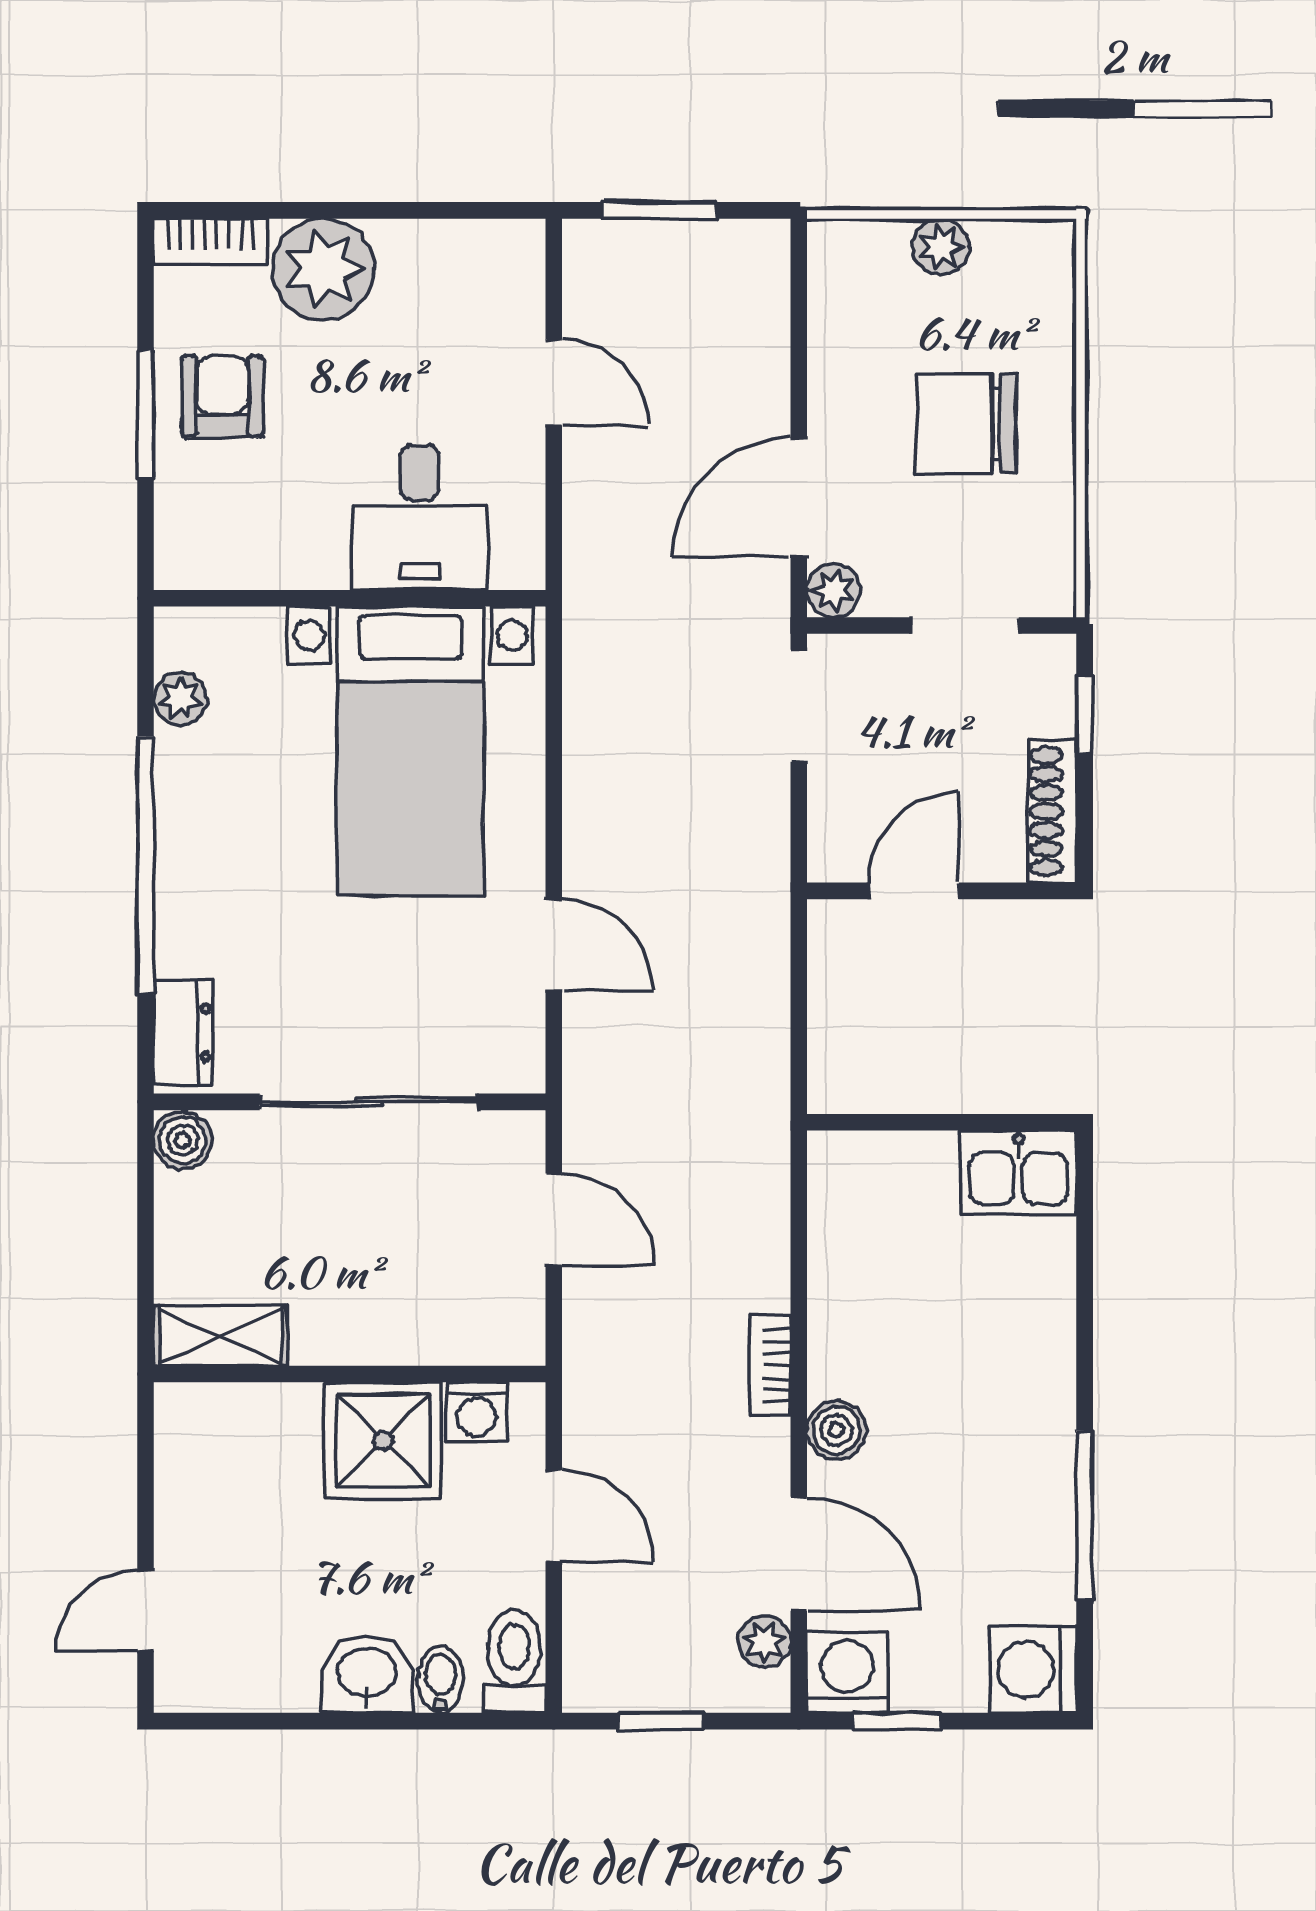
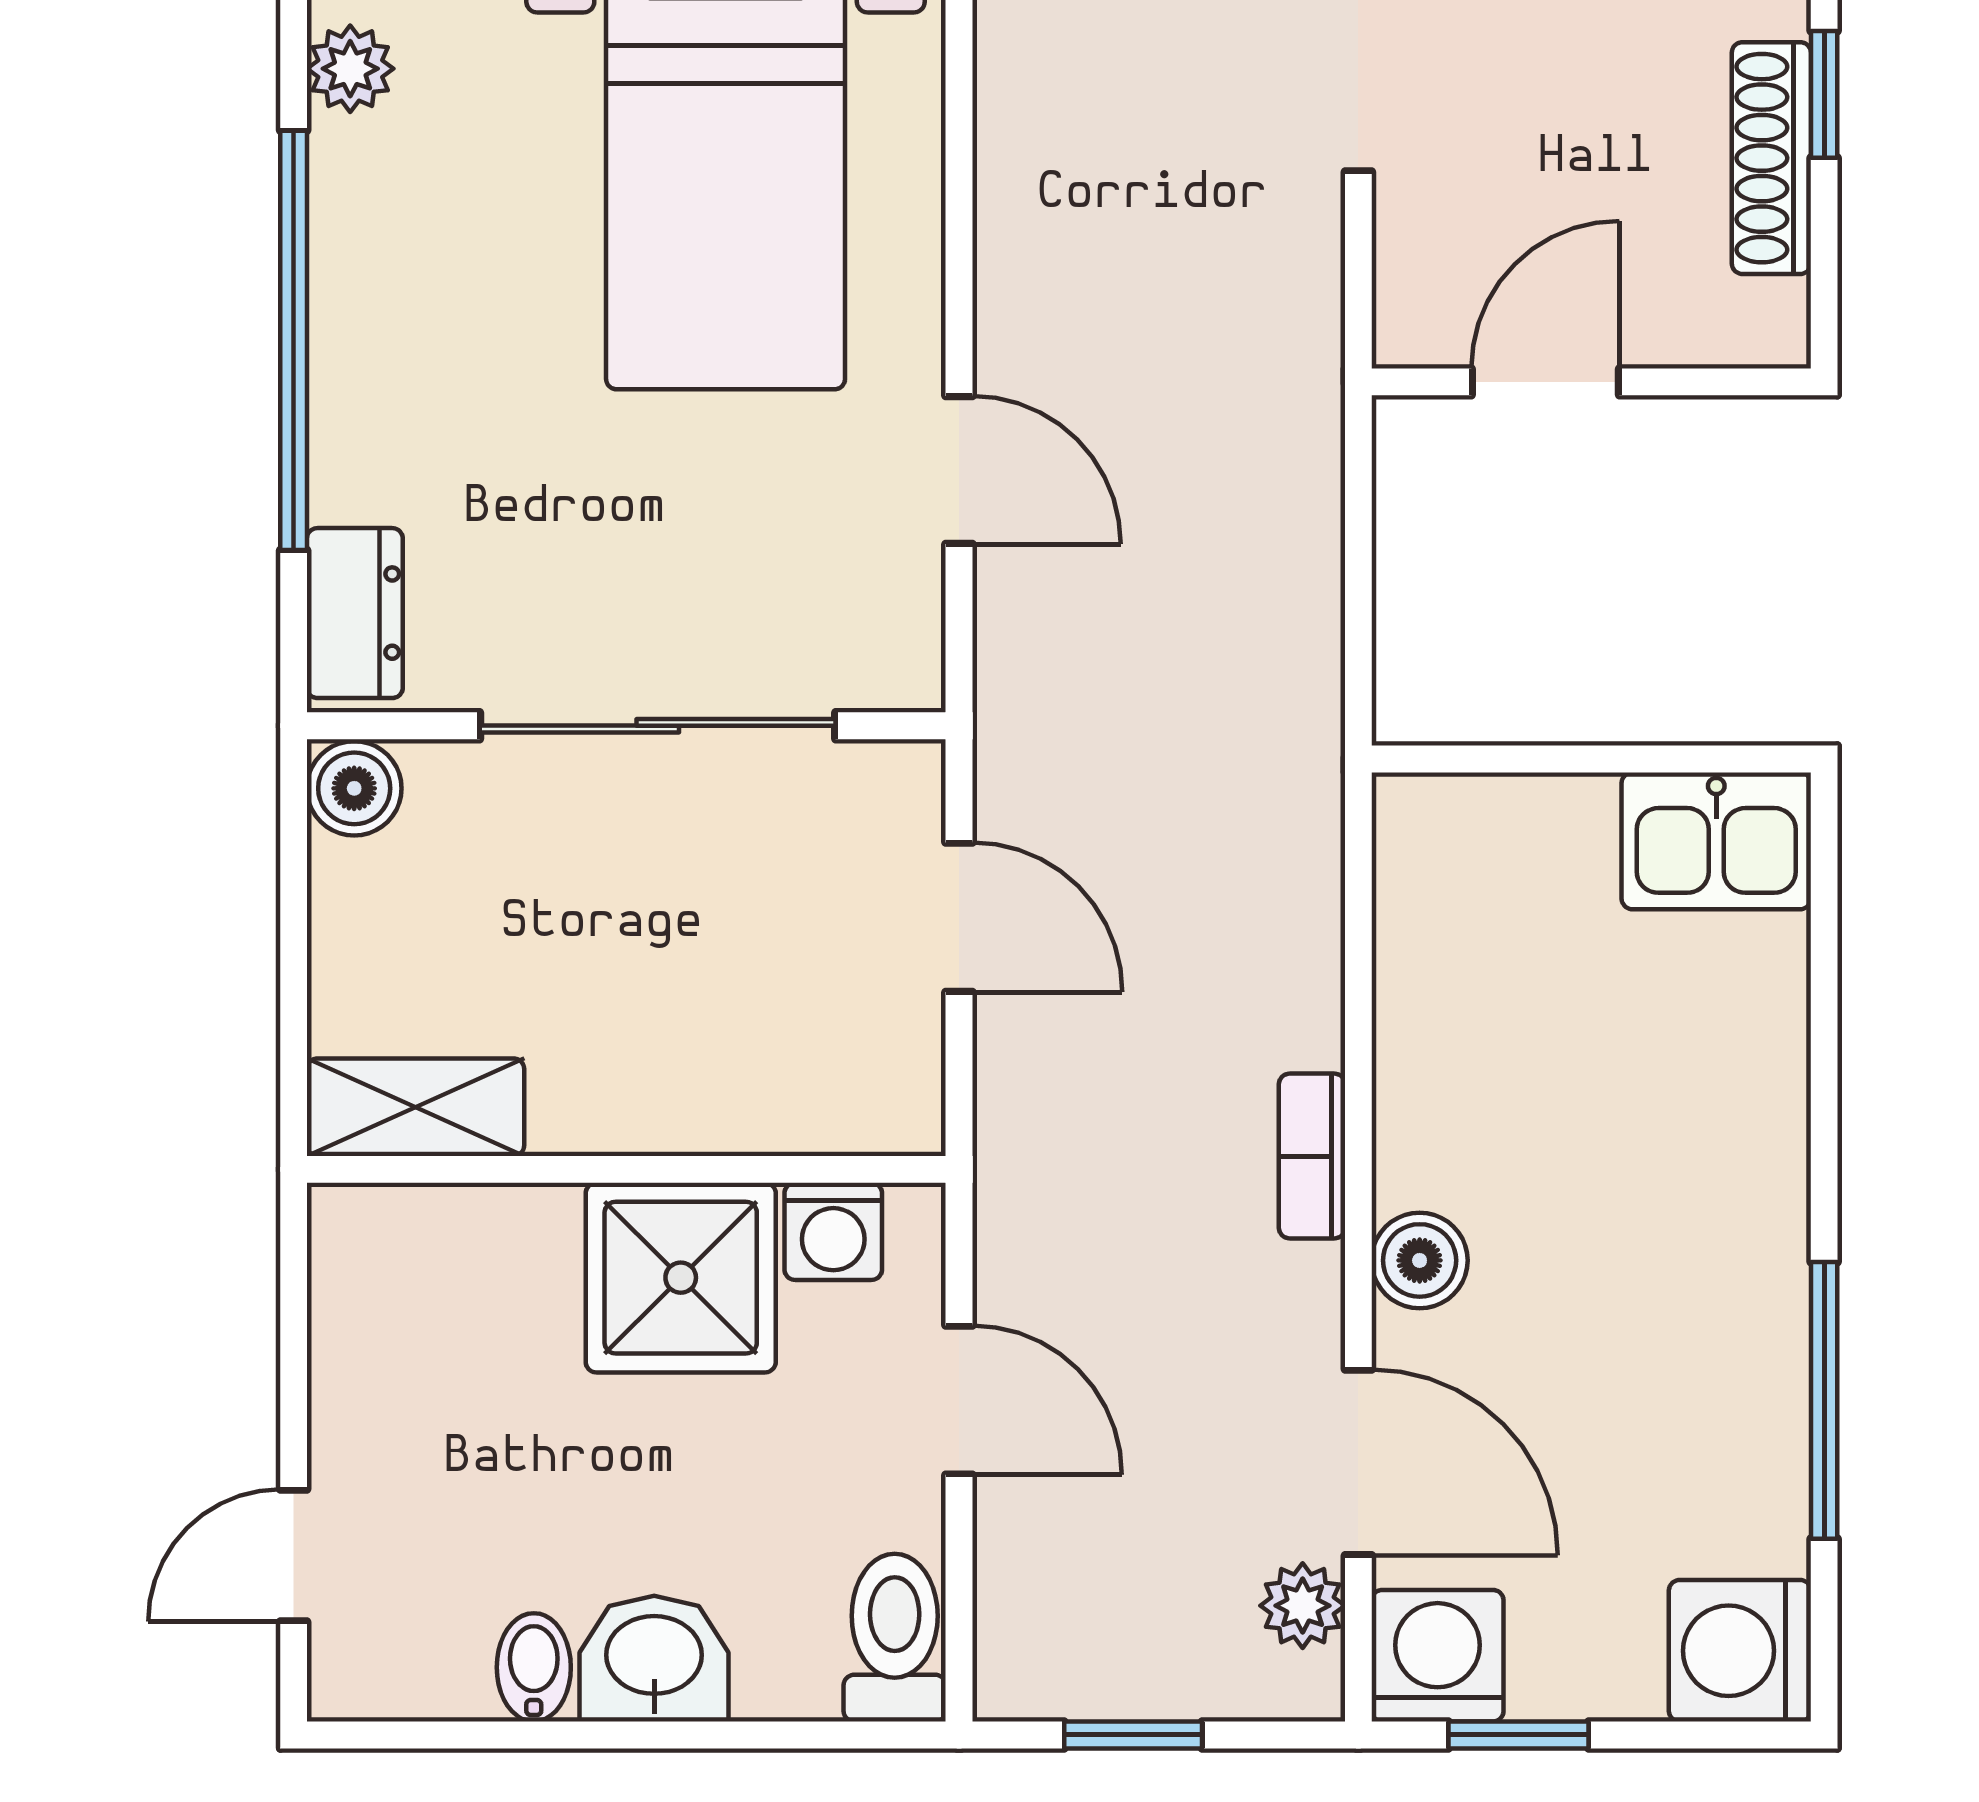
shoe rack: (1052, 811) -> (1771, 158), moved
bidet: (440, 1680) -> (534, 1667), moved

